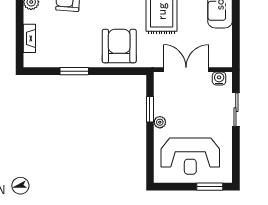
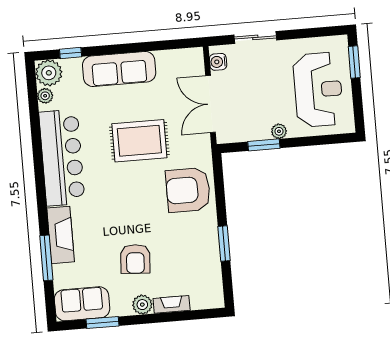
fireplace: (29, 38) -> (172, 304), moved

